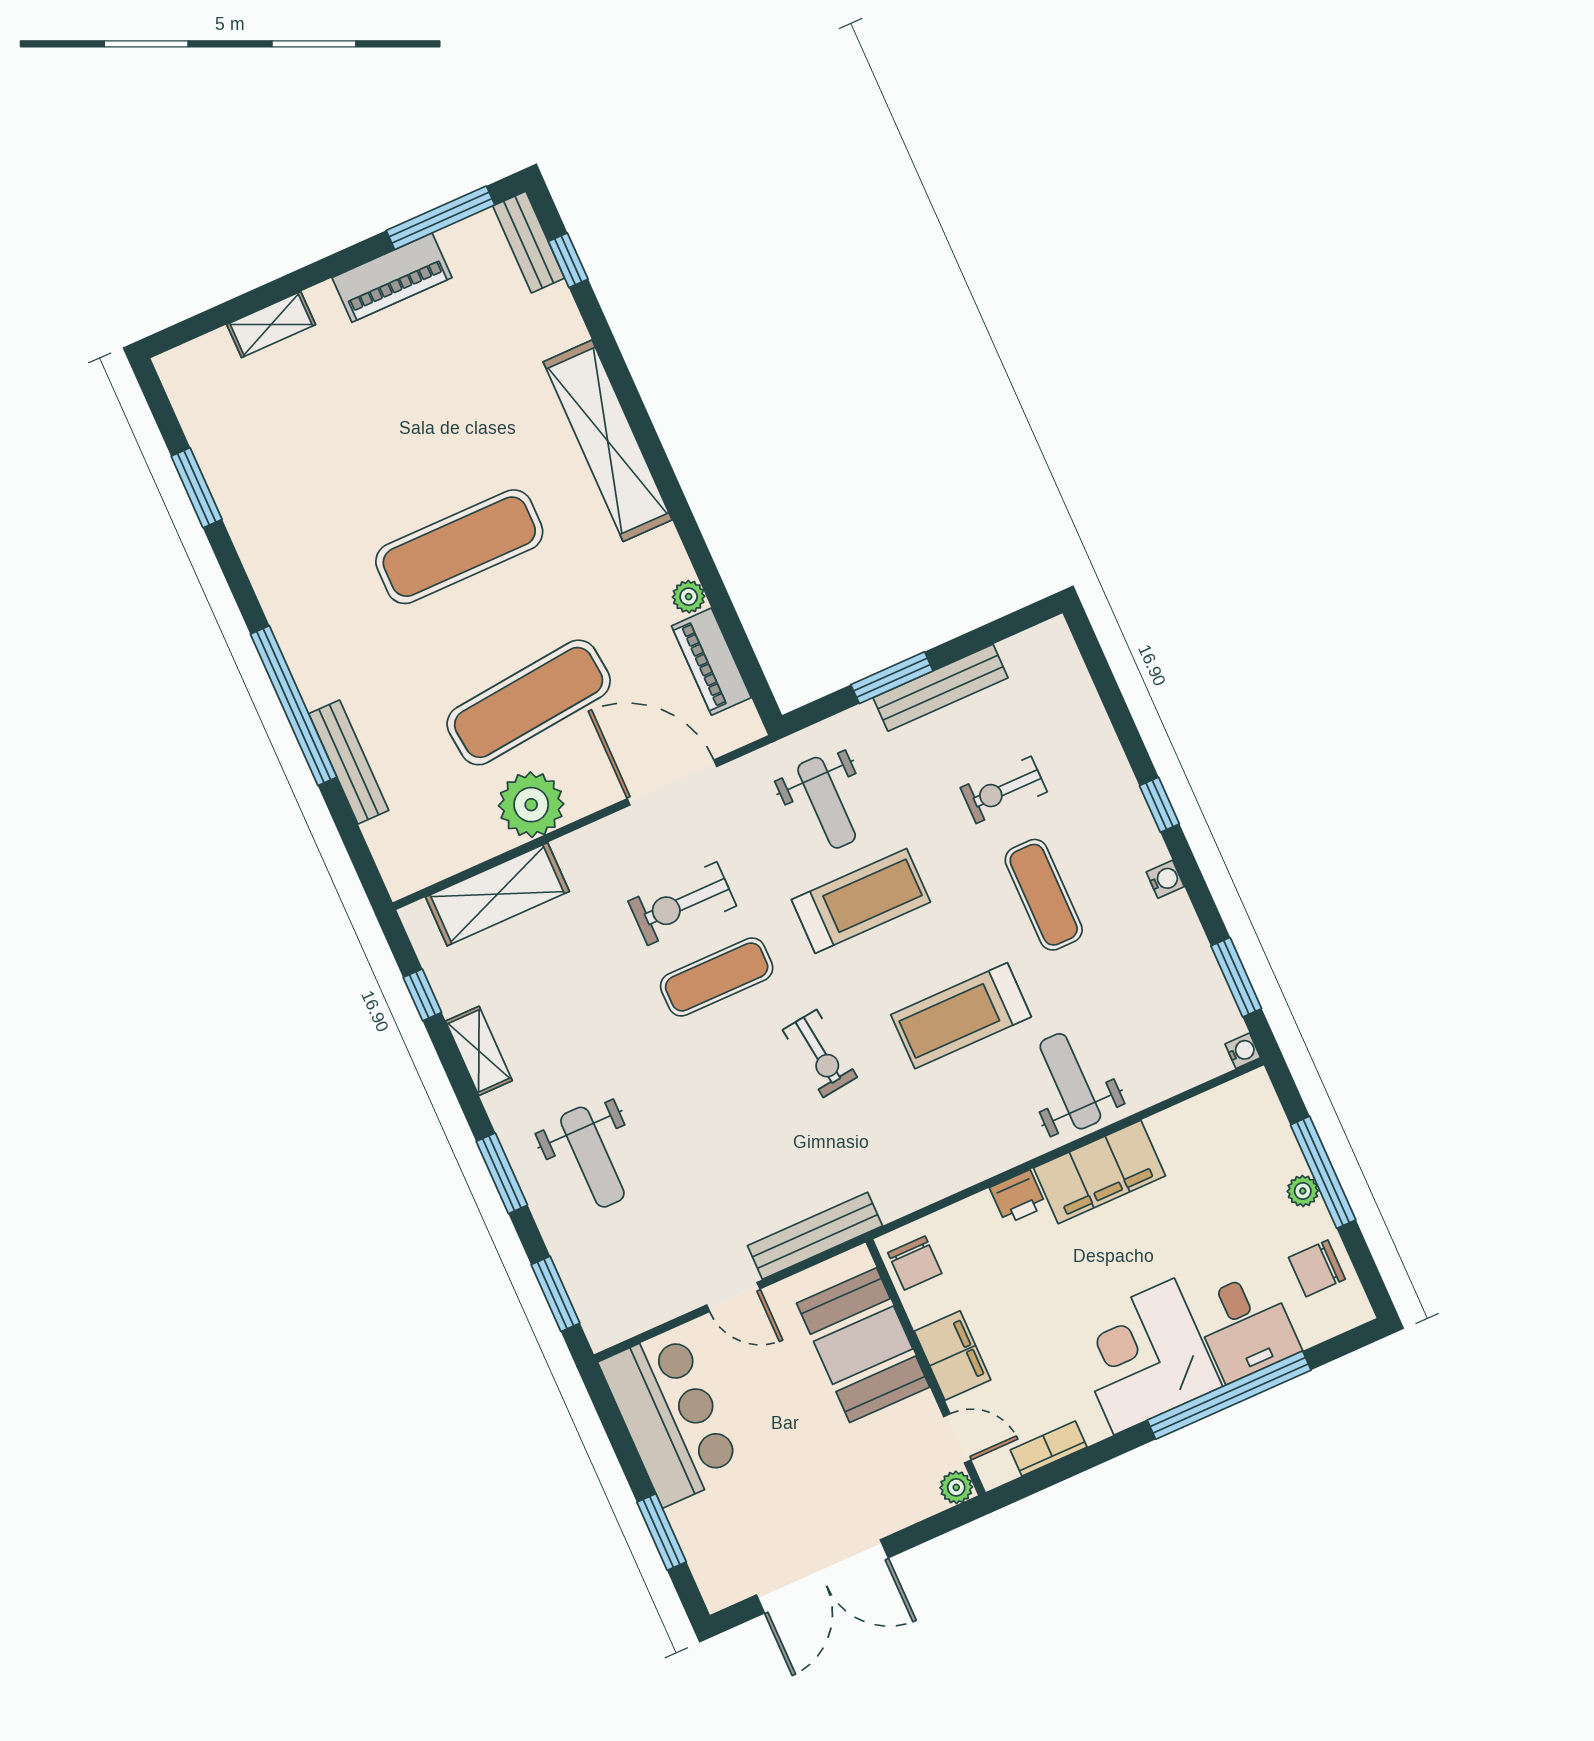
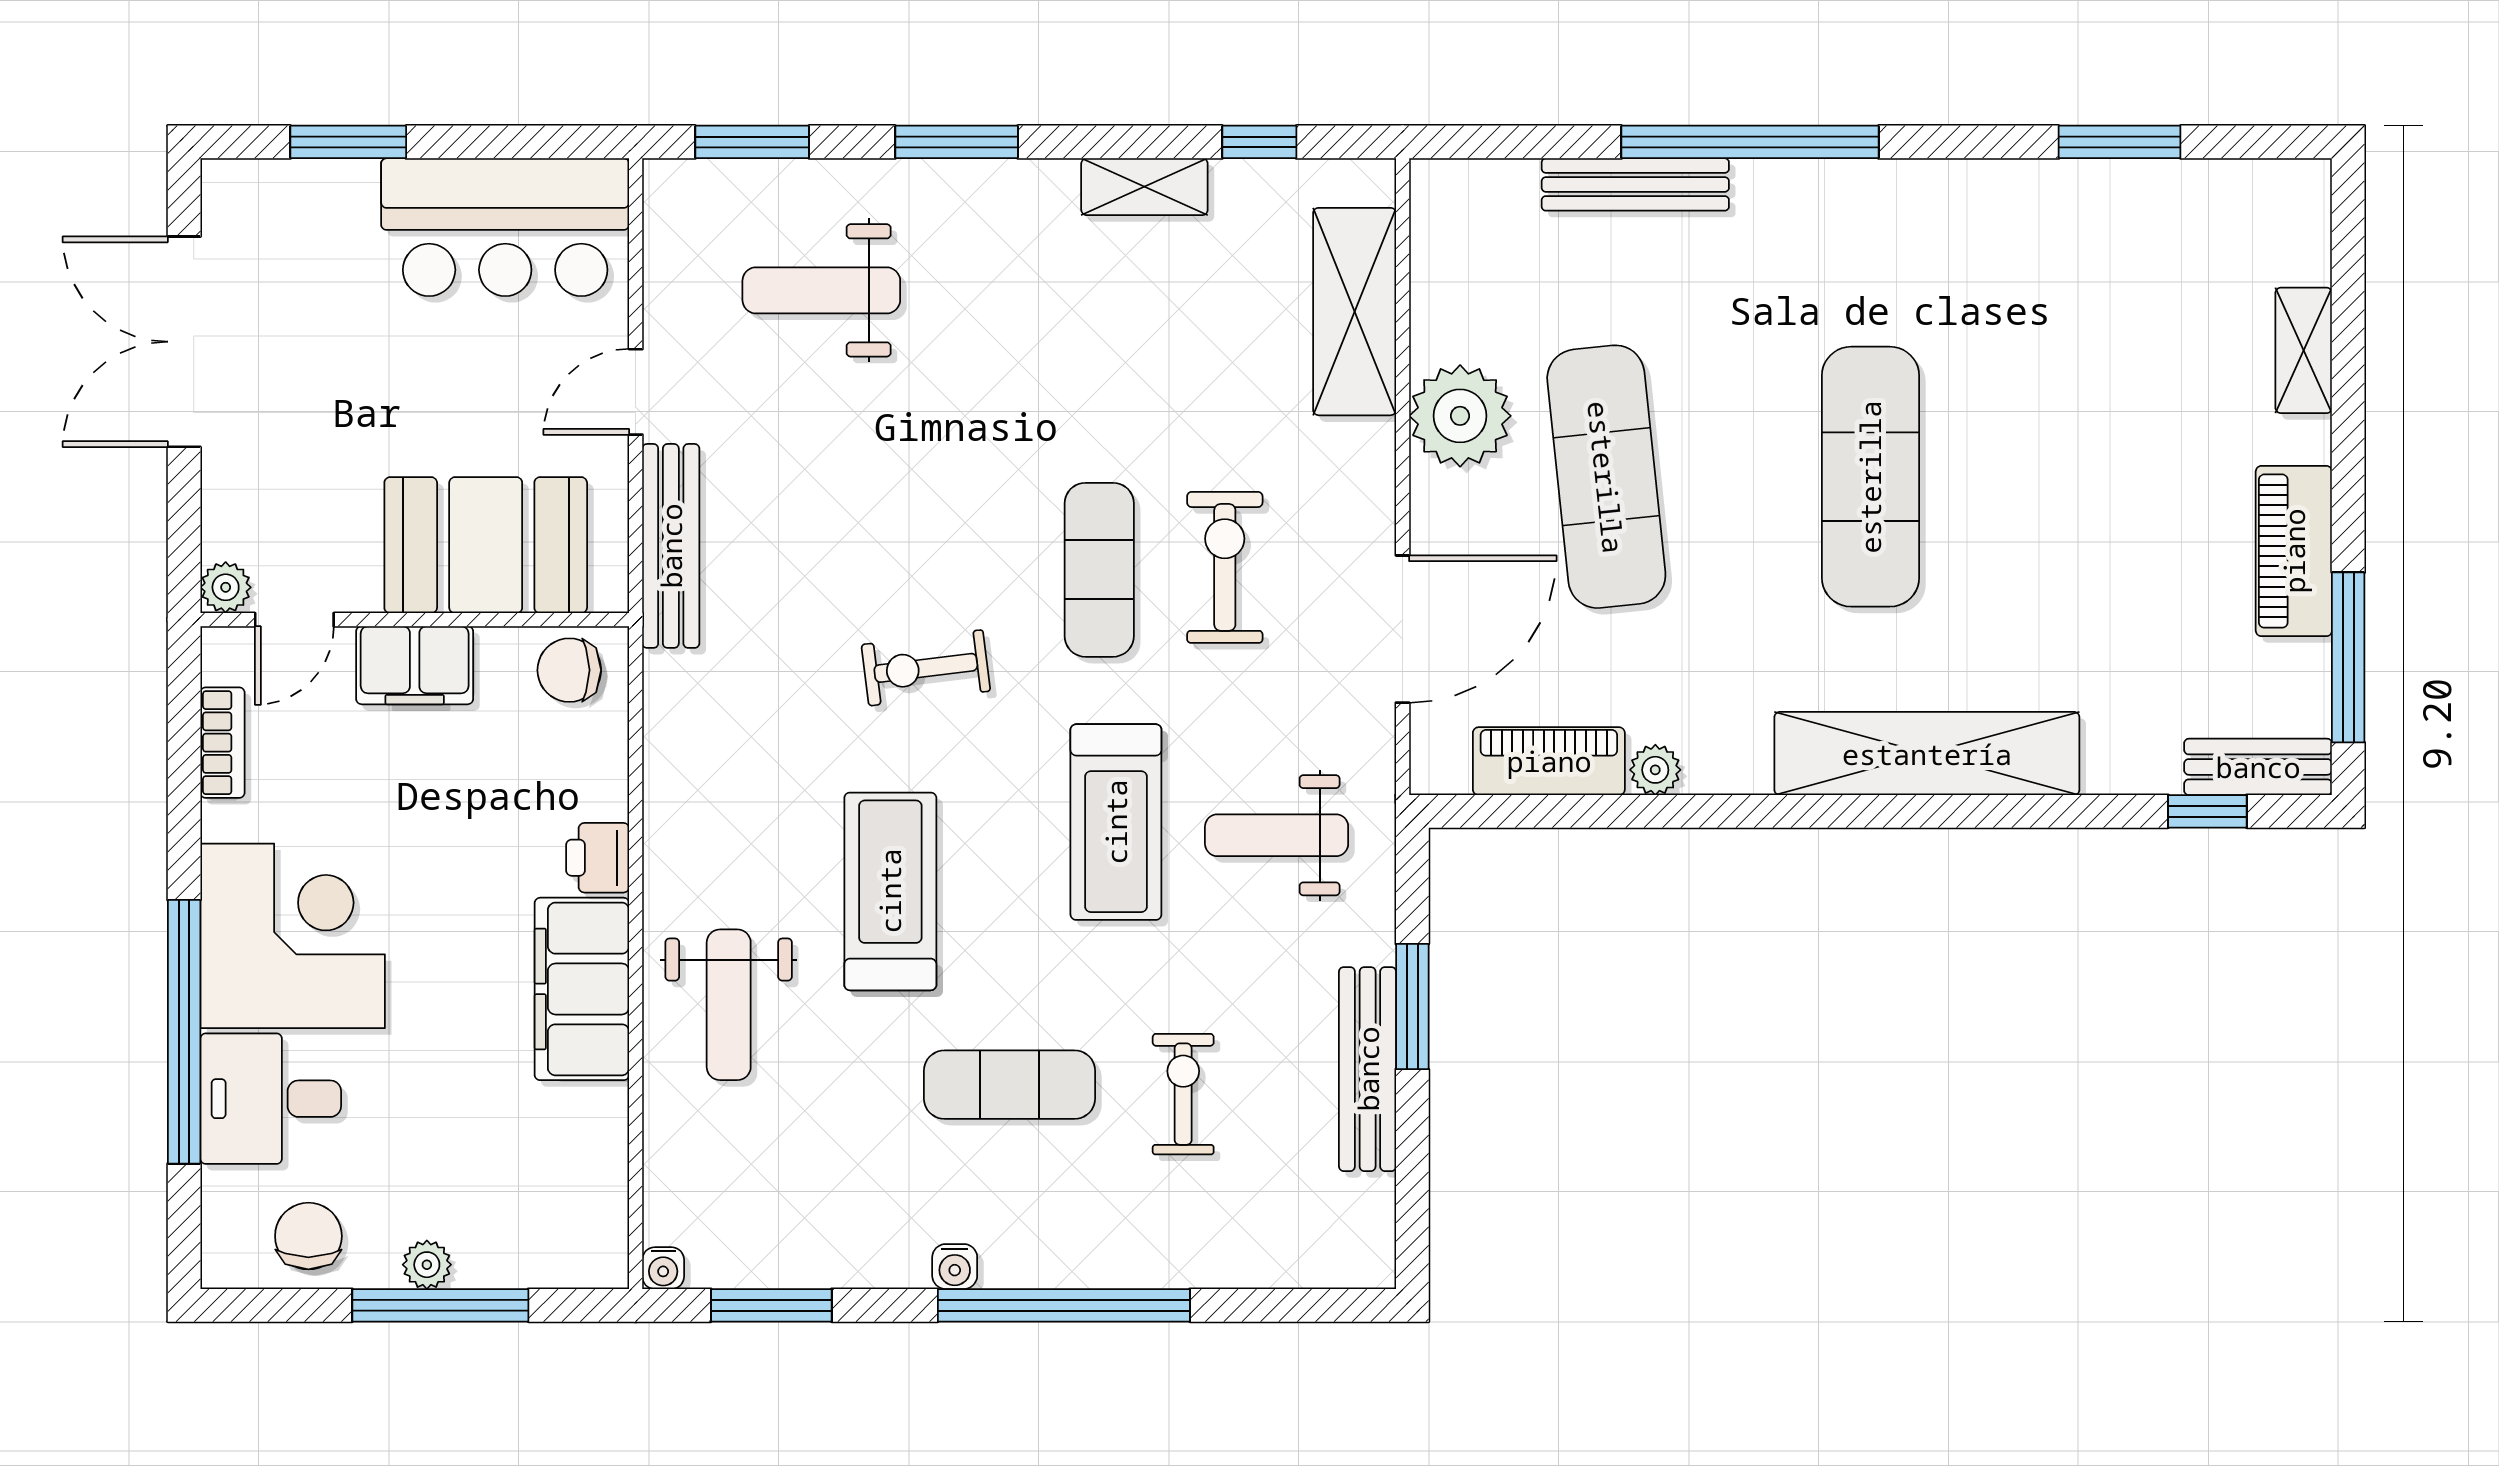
window: (1159, 805) -> (1064, 1305), width x3.17
weight bench: (1070, 1081) -> (729, 1005), turned 90
weight bench: (592, 1157) -> (821, 290), moved

